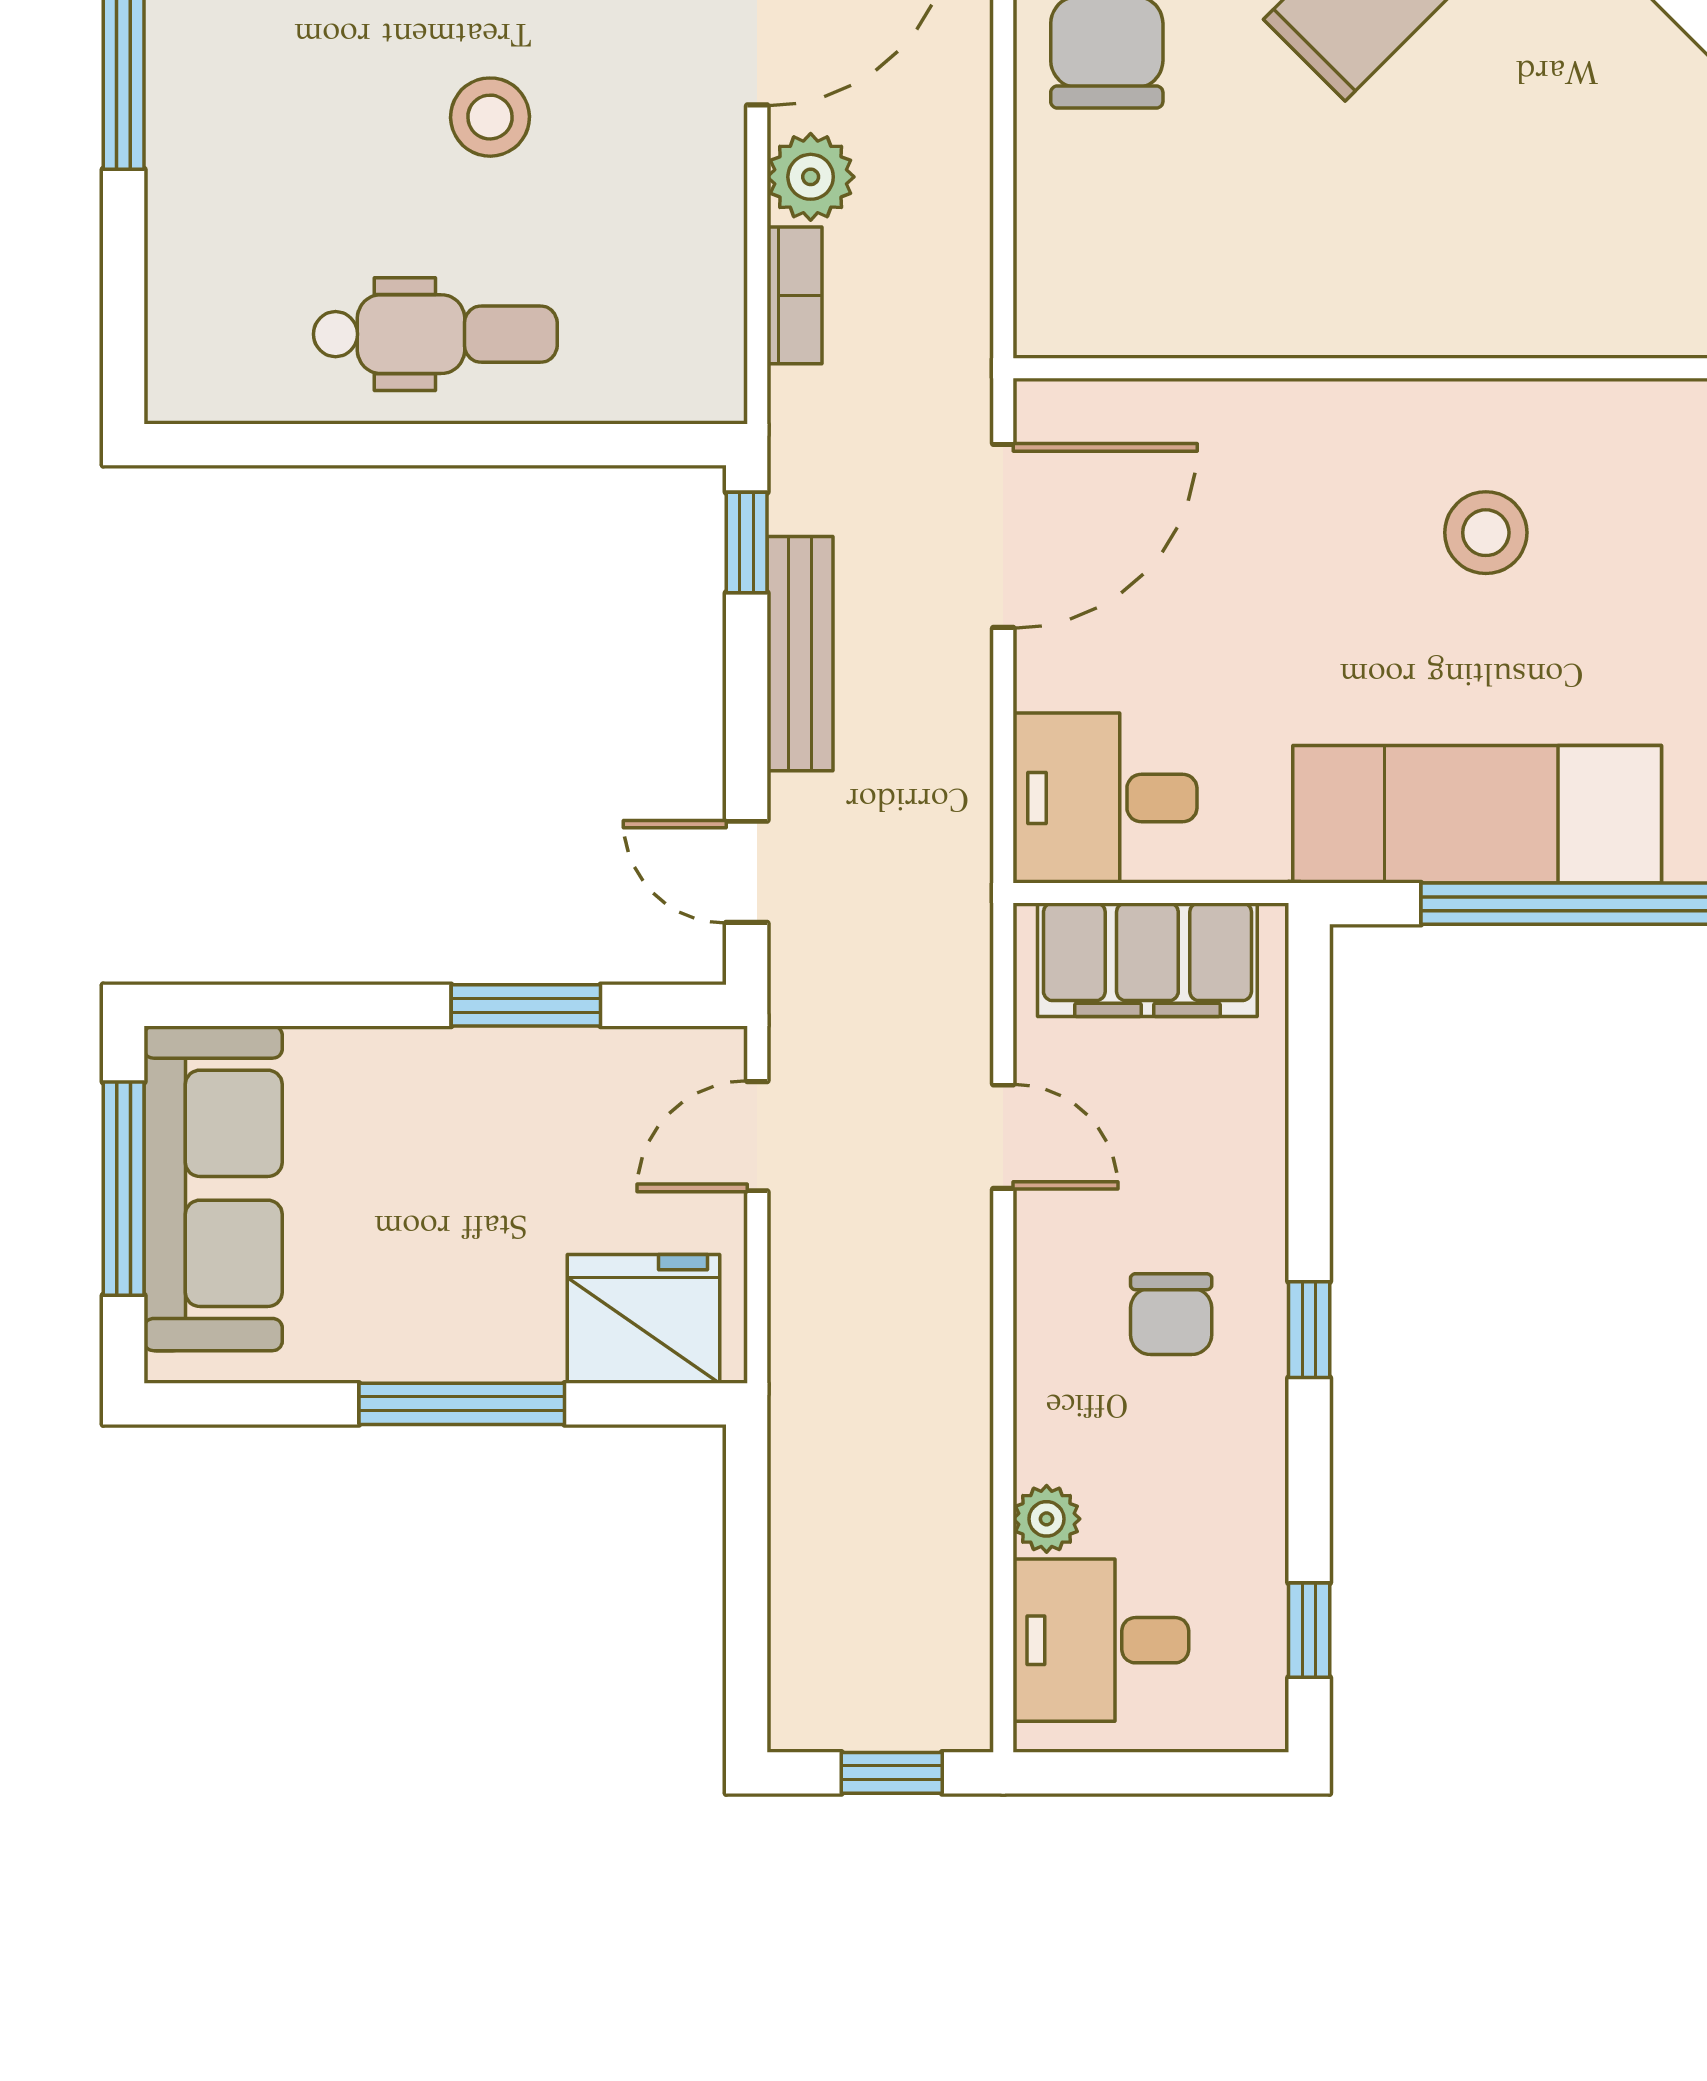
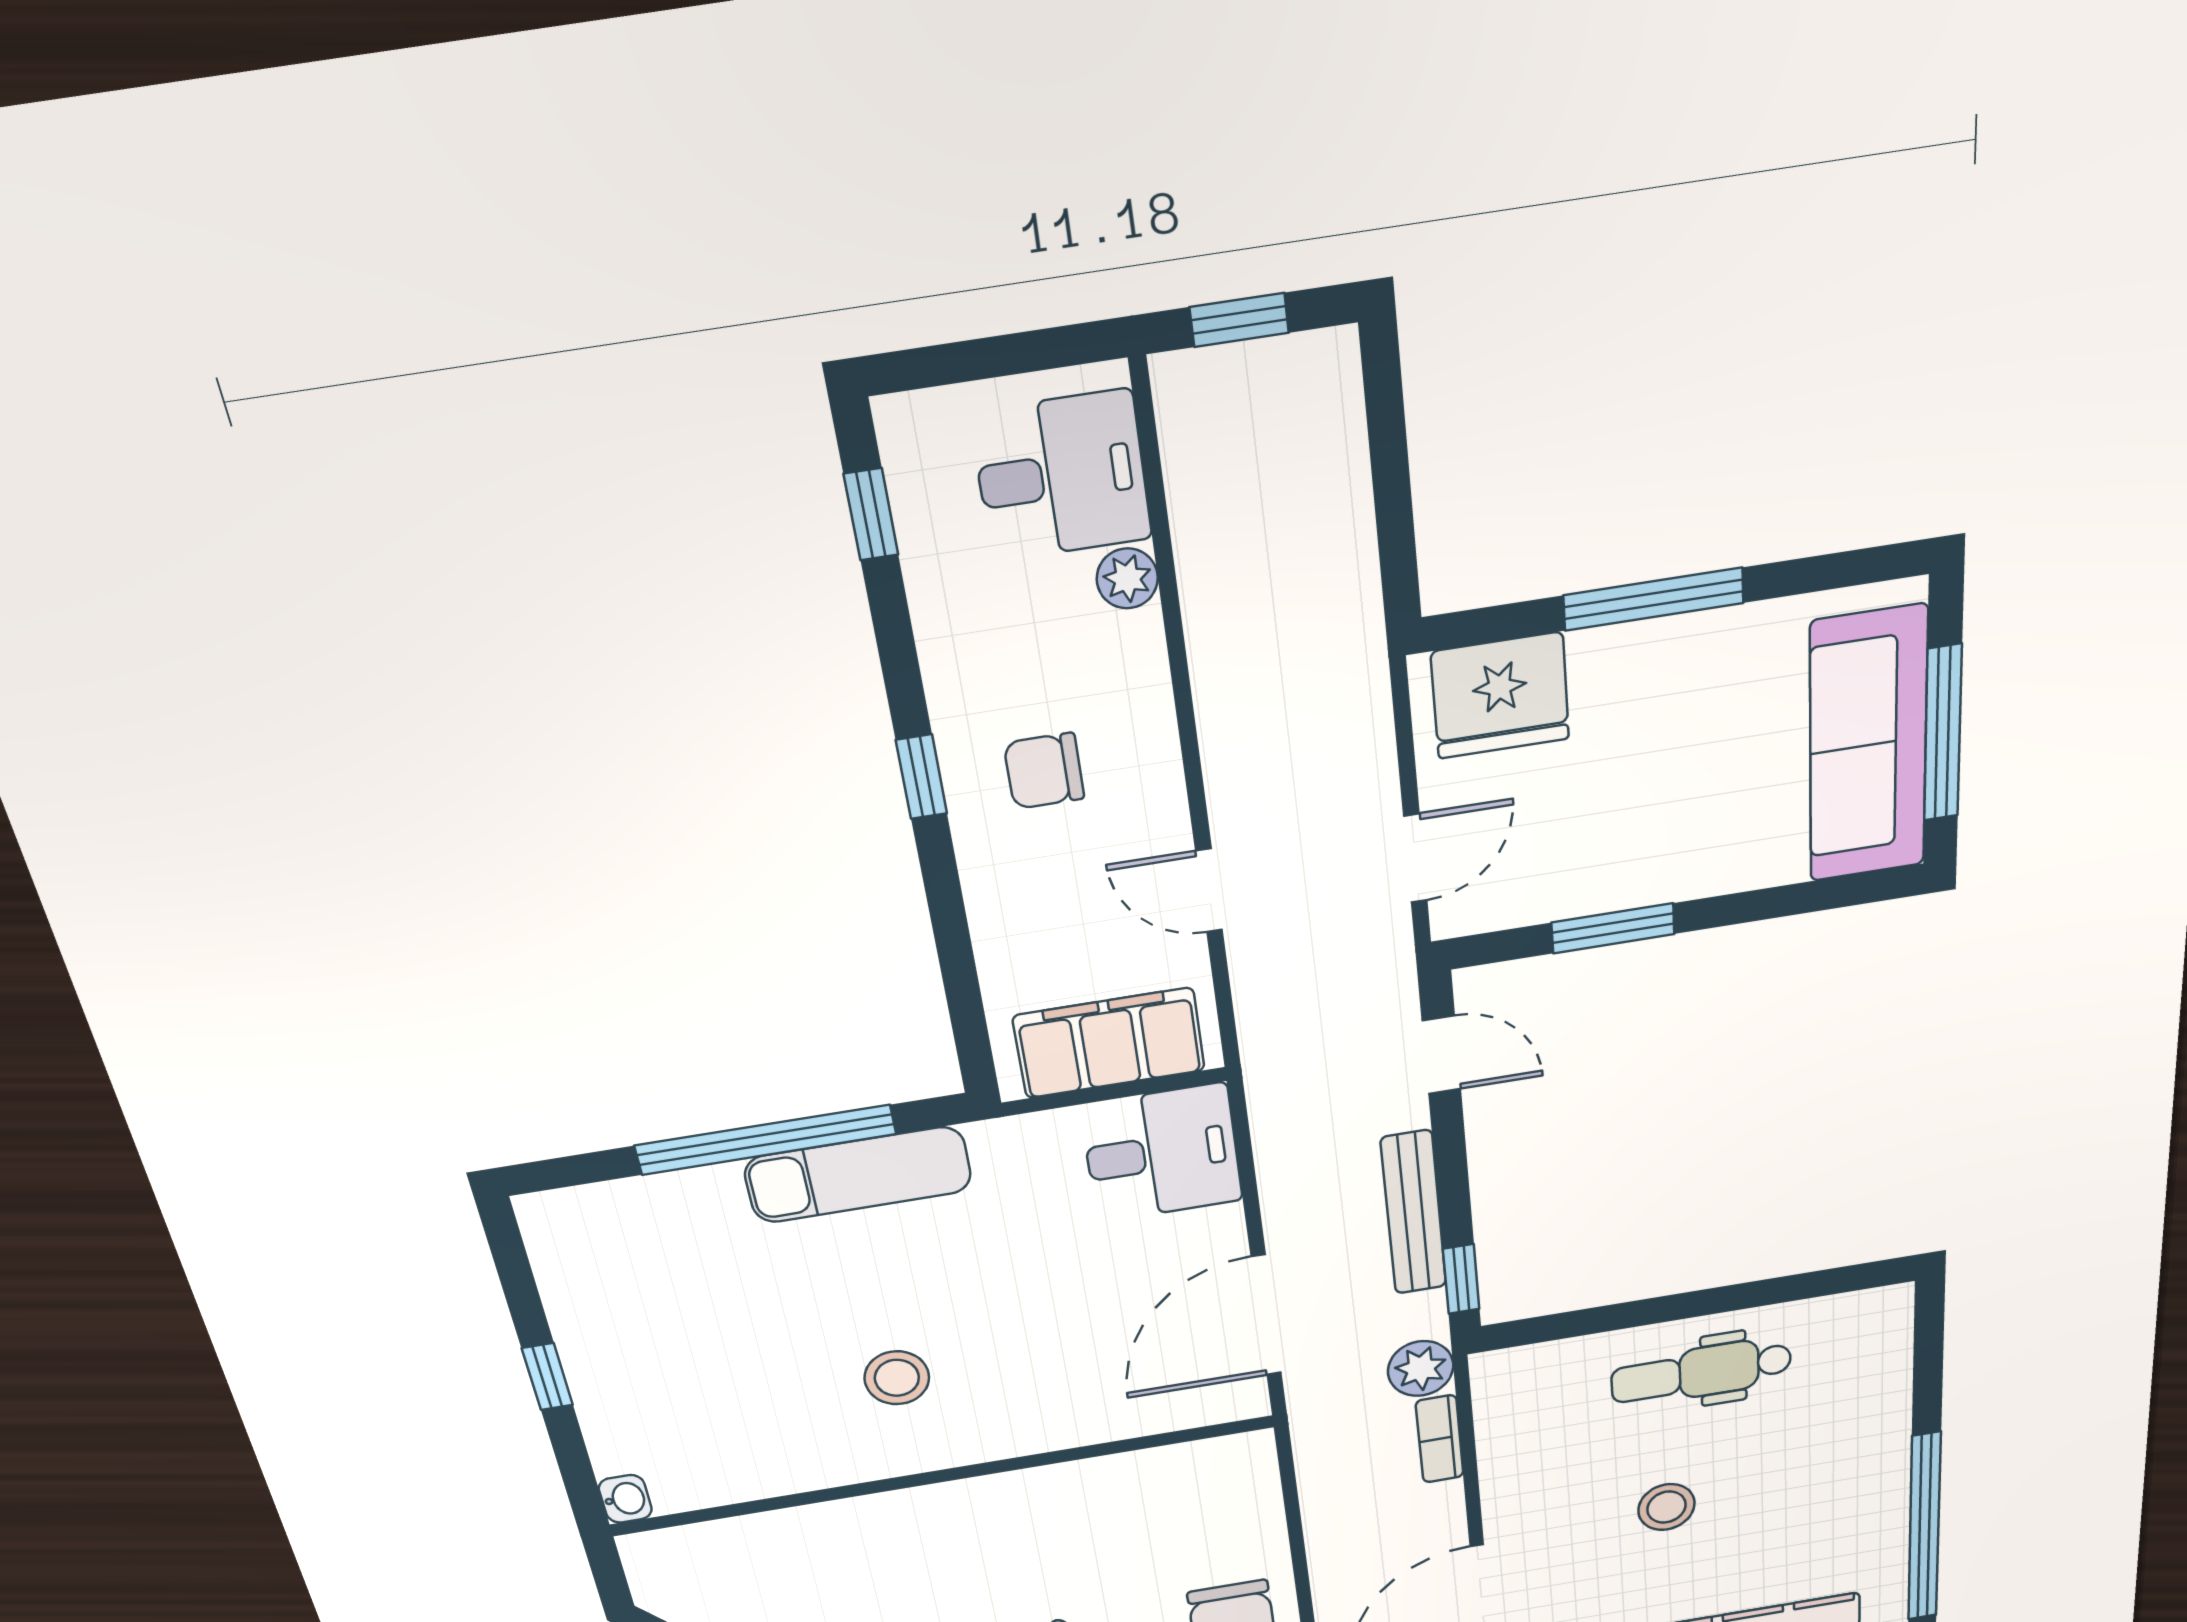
plant: (811, 177) -> (1421, 1369), moved
exam couch: (1477, 814) -> (858, 1175), width x0.73, depth x0.69
chair: (1171, 1314) -> (1044, 771), turned -90

